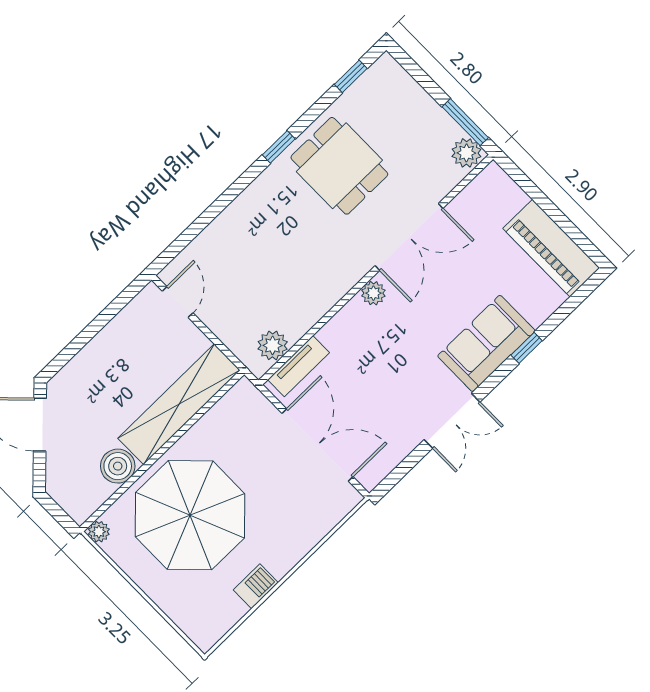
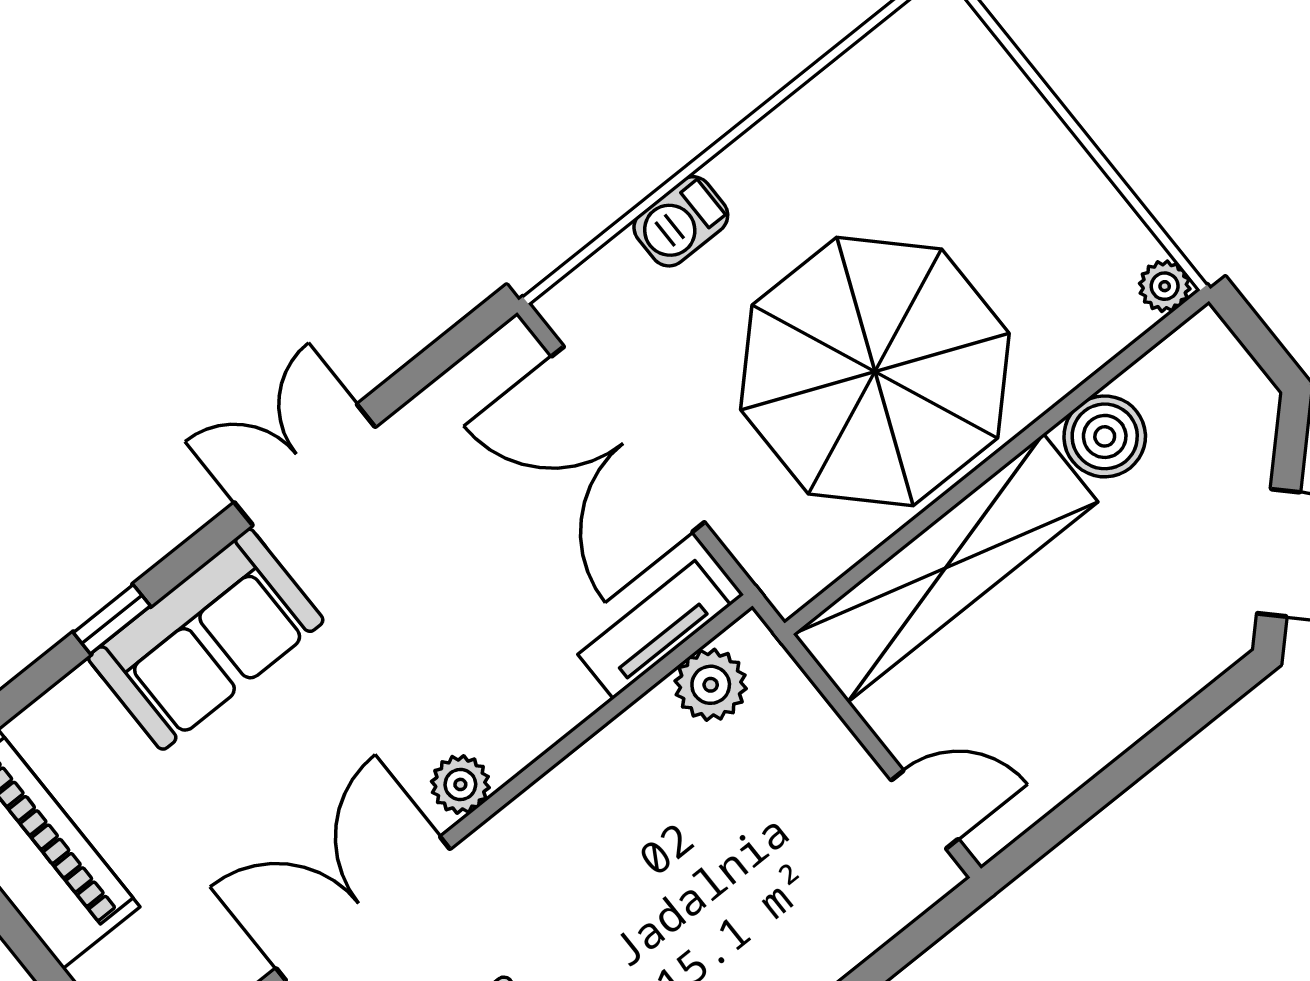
door: (178, 302) -> (925, 810), swing flipped
parasol: (190, 515) -> (875, 371), moved
barbecue: (256, 586) -> (681, 221), moved

